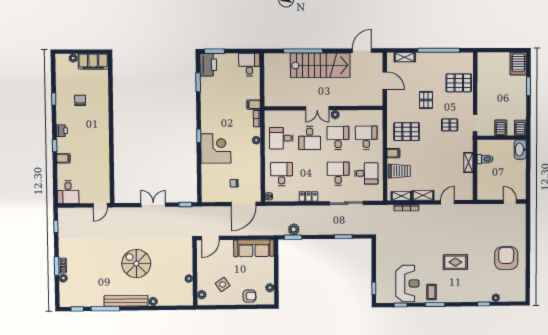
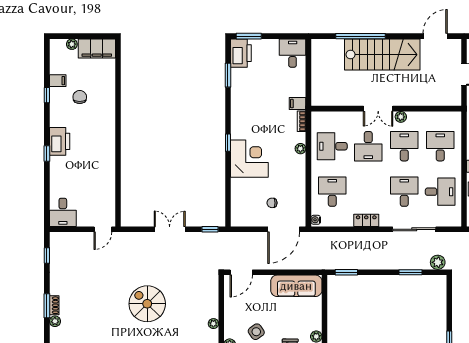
printer: (62, 131) -> (60, 141), width x1.87, depth x1.48
filing cabinet: (63, 158) -> (58, 81), moved
plant: (294, 229) -> (438, 262), moved

